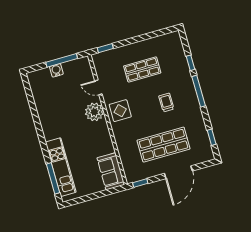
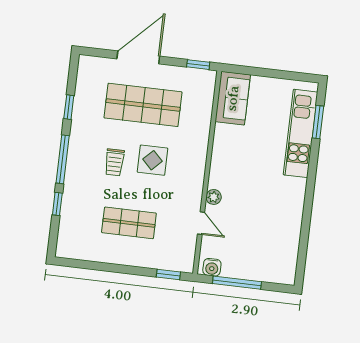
water cooler: (56, 70) -> (212, 267), moved
display table: (120, 111) -> (152, 160), moved
plant: (94, 112) -> (214, 197), width x0.53, depth x0.53
window: (212, 137) -> (69, 107), moved
window: (53, 178) -> (318, 122), width x0.69

